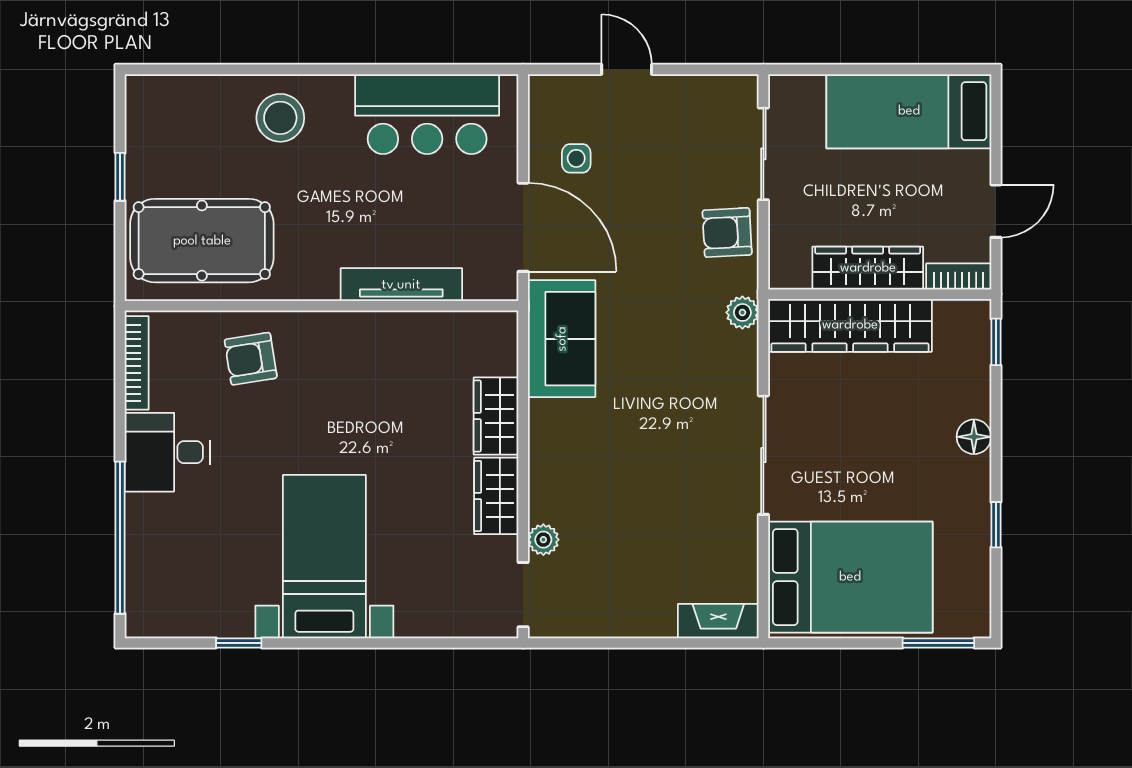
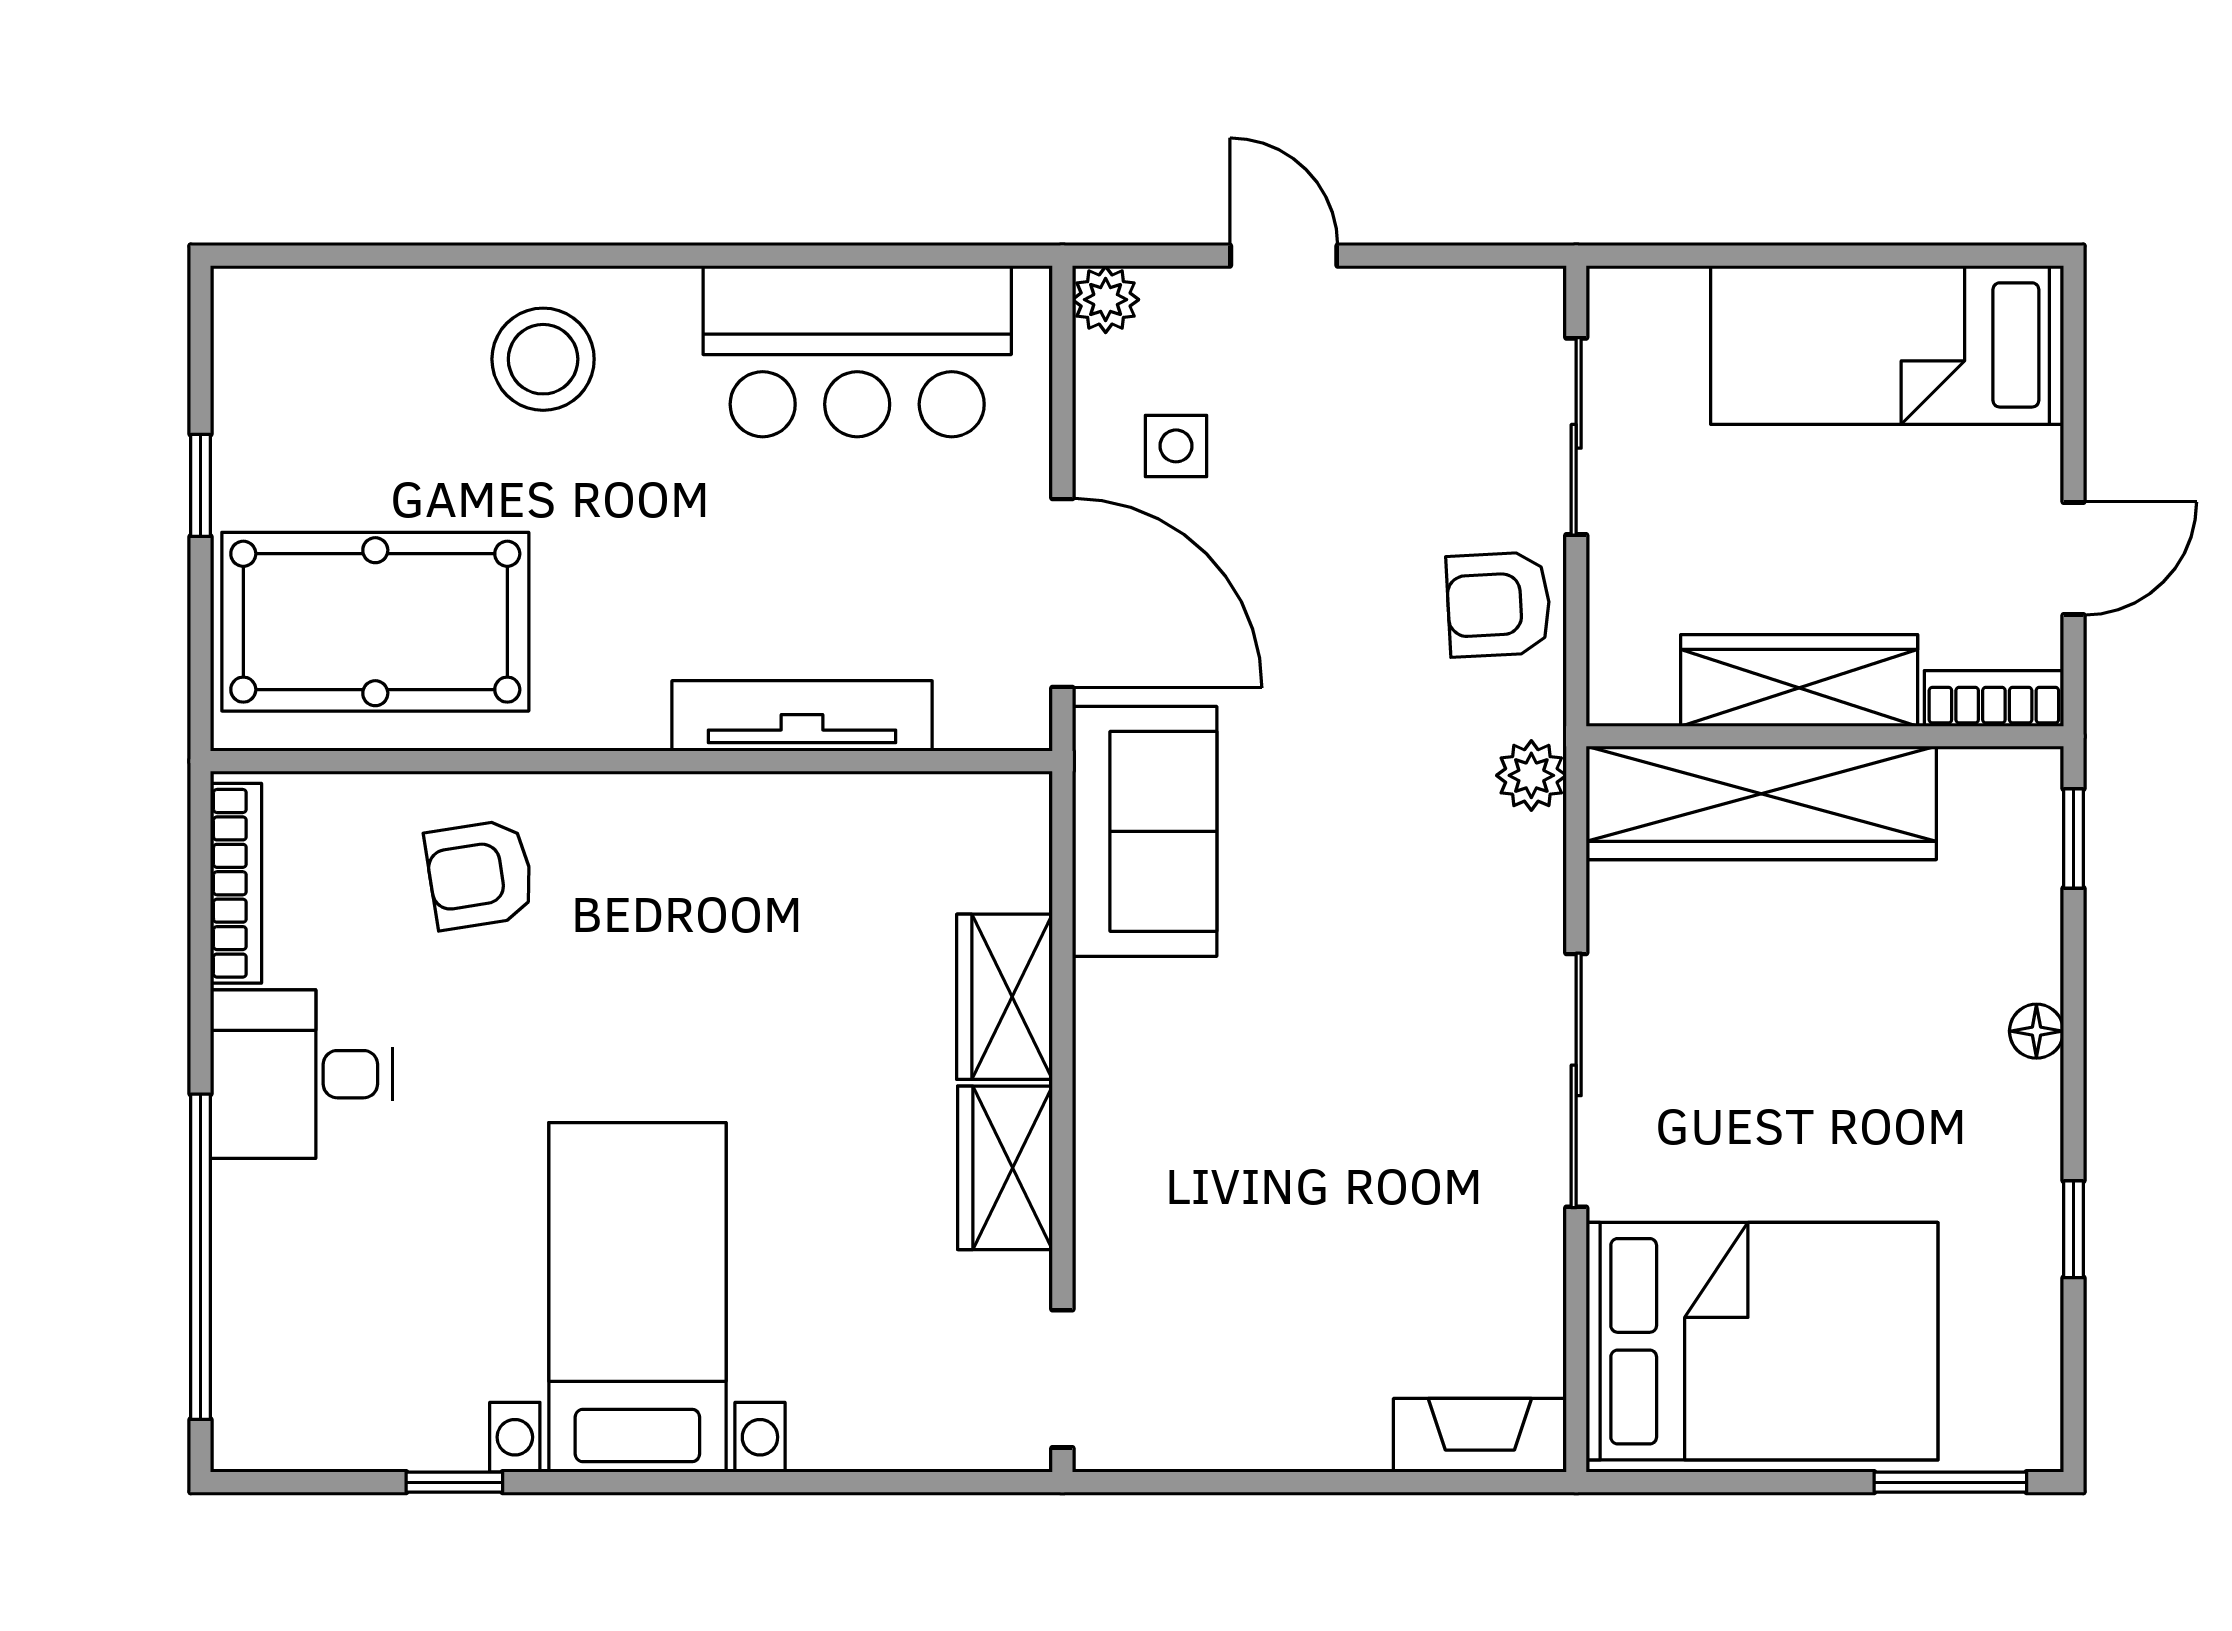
floor lamp: (974, 437) -> (2036, 1031), width x0.73, depth x0.73
plant: (543, 540) -> (1106, 300), moved

